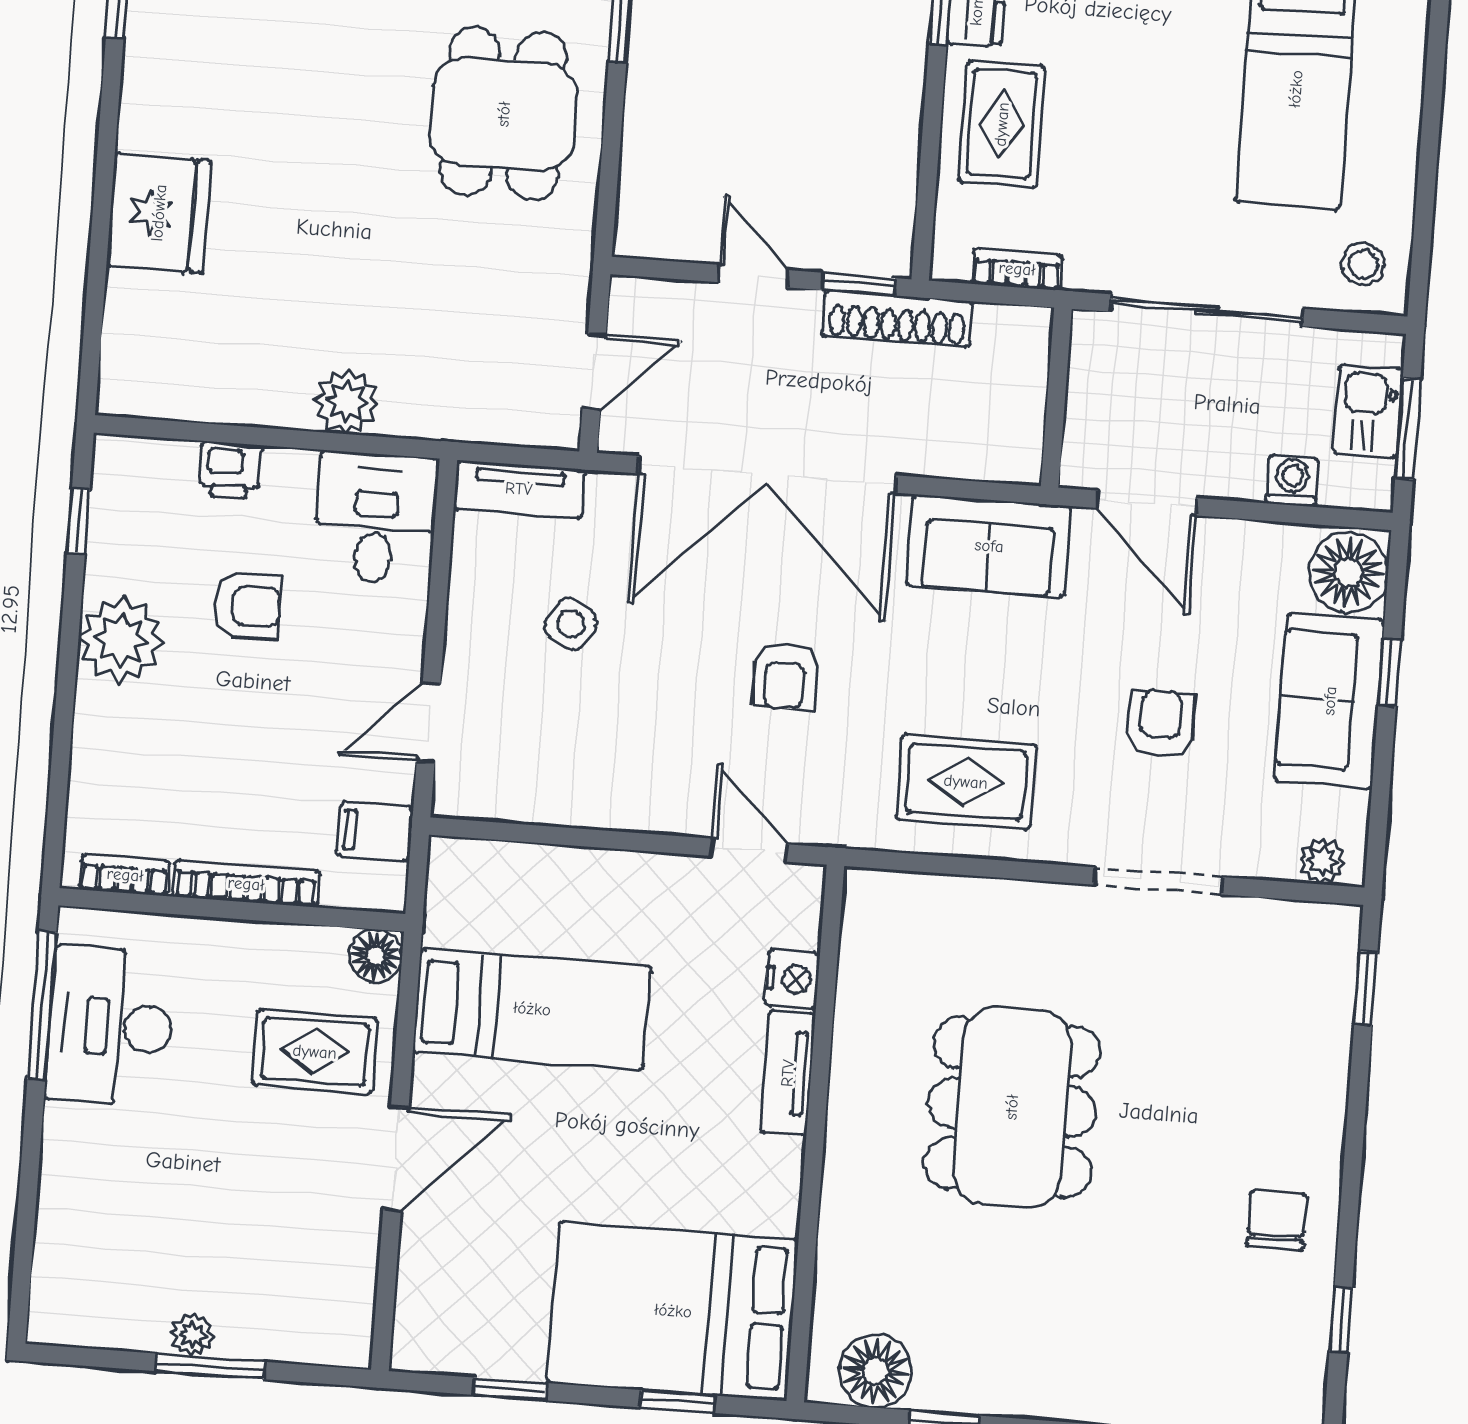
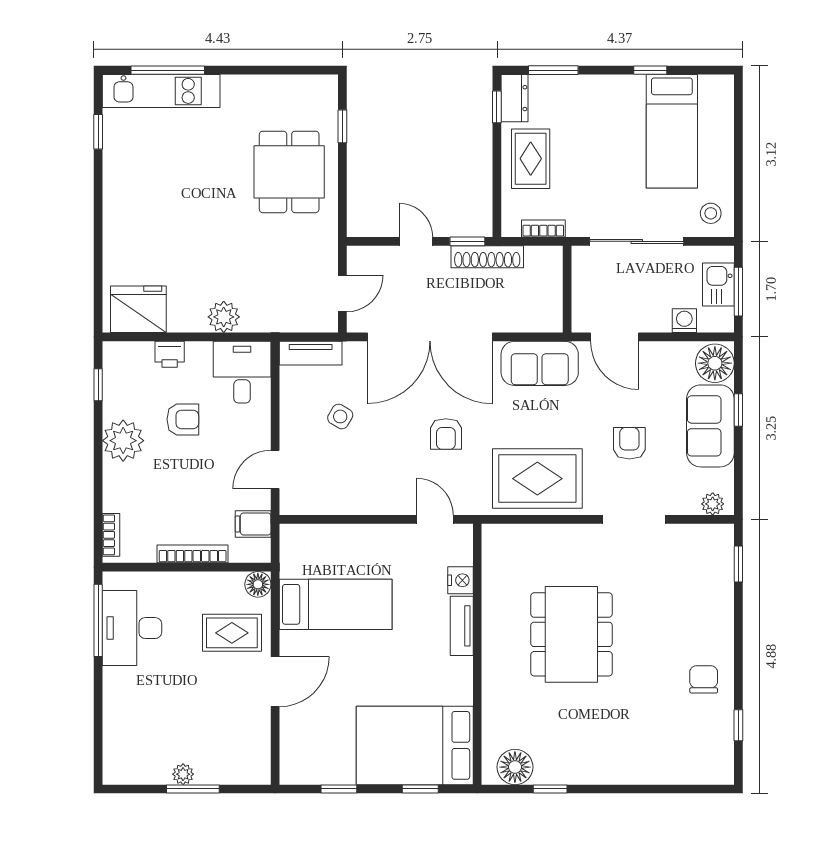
fridge: (159, 213) -> (138, 309), moved, turned -90
rug: (966, 782) -> (537, 479), width x1.36, depth x1.43
bookcase: (125, 875) -> (111, 535), moved, turned 90

